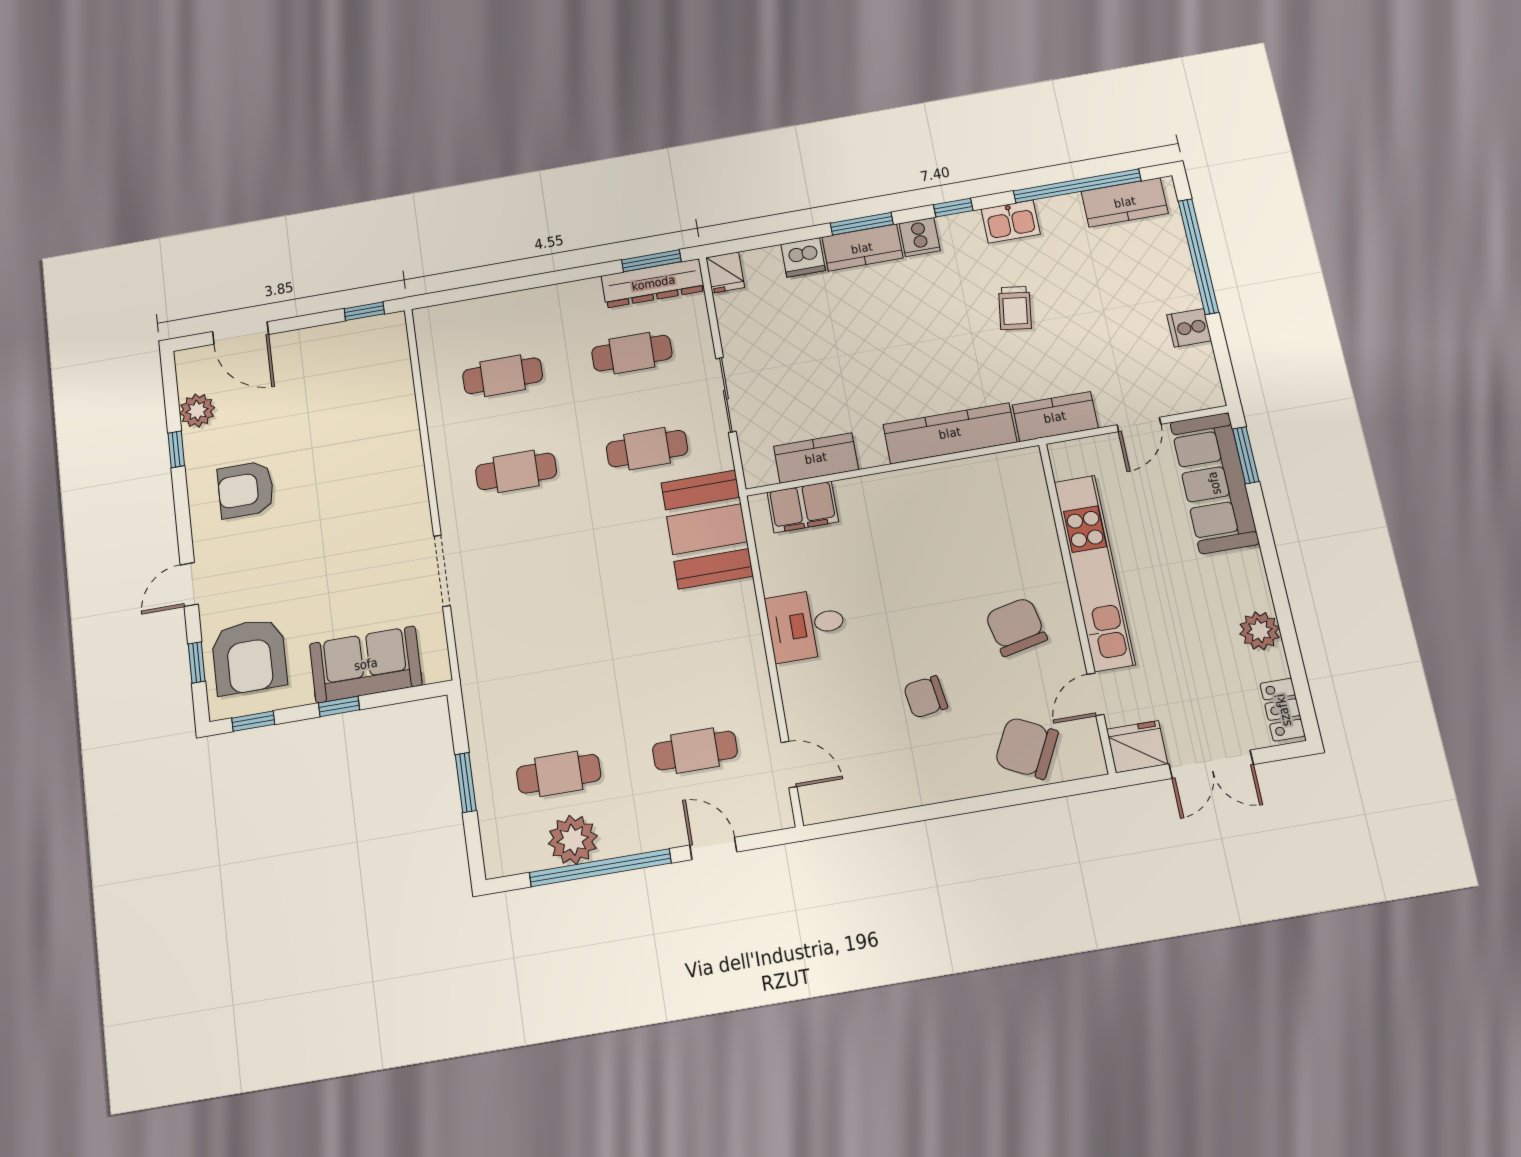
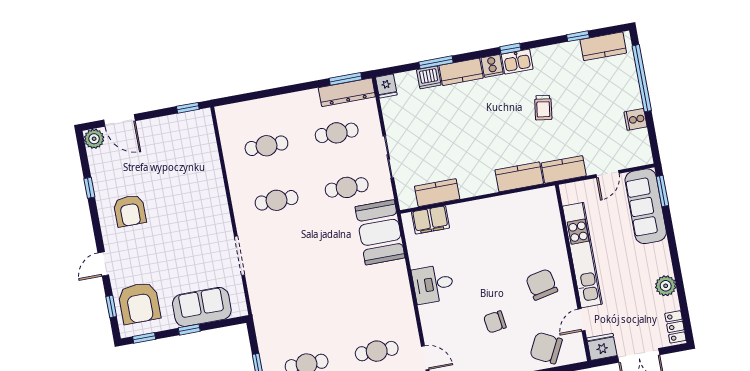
window: (1077, 186) -> (578, 36), width x0.32
kitchen sink: (1011, 222) -> (517, 62), moved
window: (862, 224) -> (436, 62), moved
plant: (197, 411) -> (94, 139), moved
kitchen counter: (950, 433) -> (519, 177), width x0.67
armchair: (246, 490) -> (130, 211), turned -90

